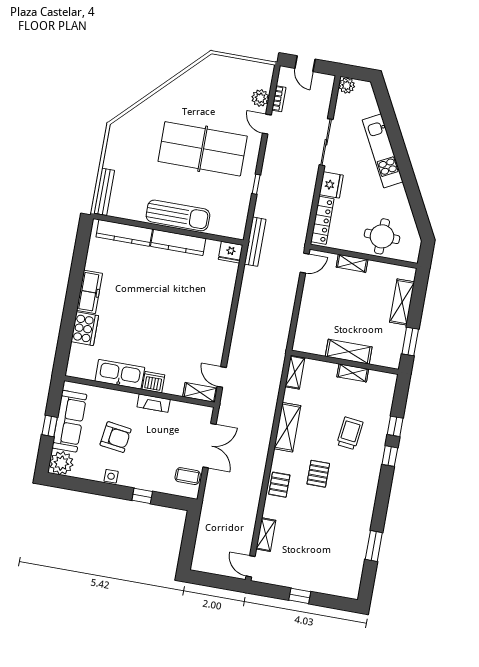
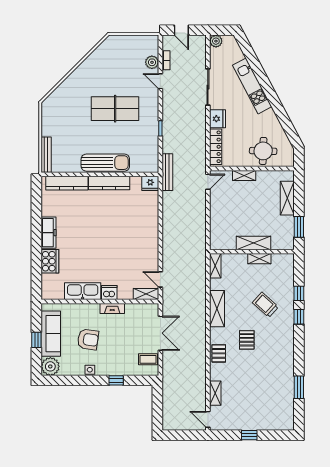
table tennis table: (203, 149) -> (115, 109), width x0.73, depth x0.76
trolley: (350, 433) -> (265, 305), turned -55

